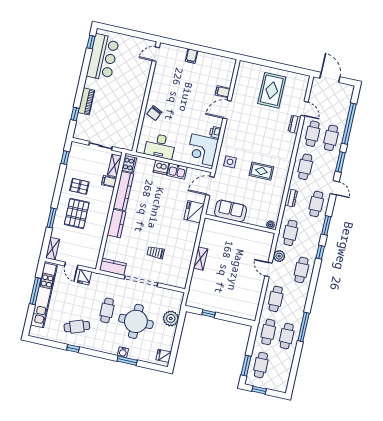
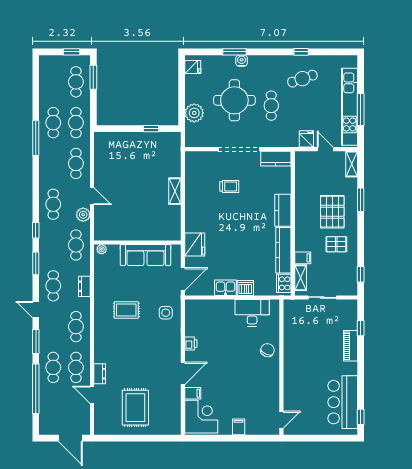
corner desk: (202, 150) -> (201, 417), moved
sofa: (231, 211) -> (145, 255), width x1.36

